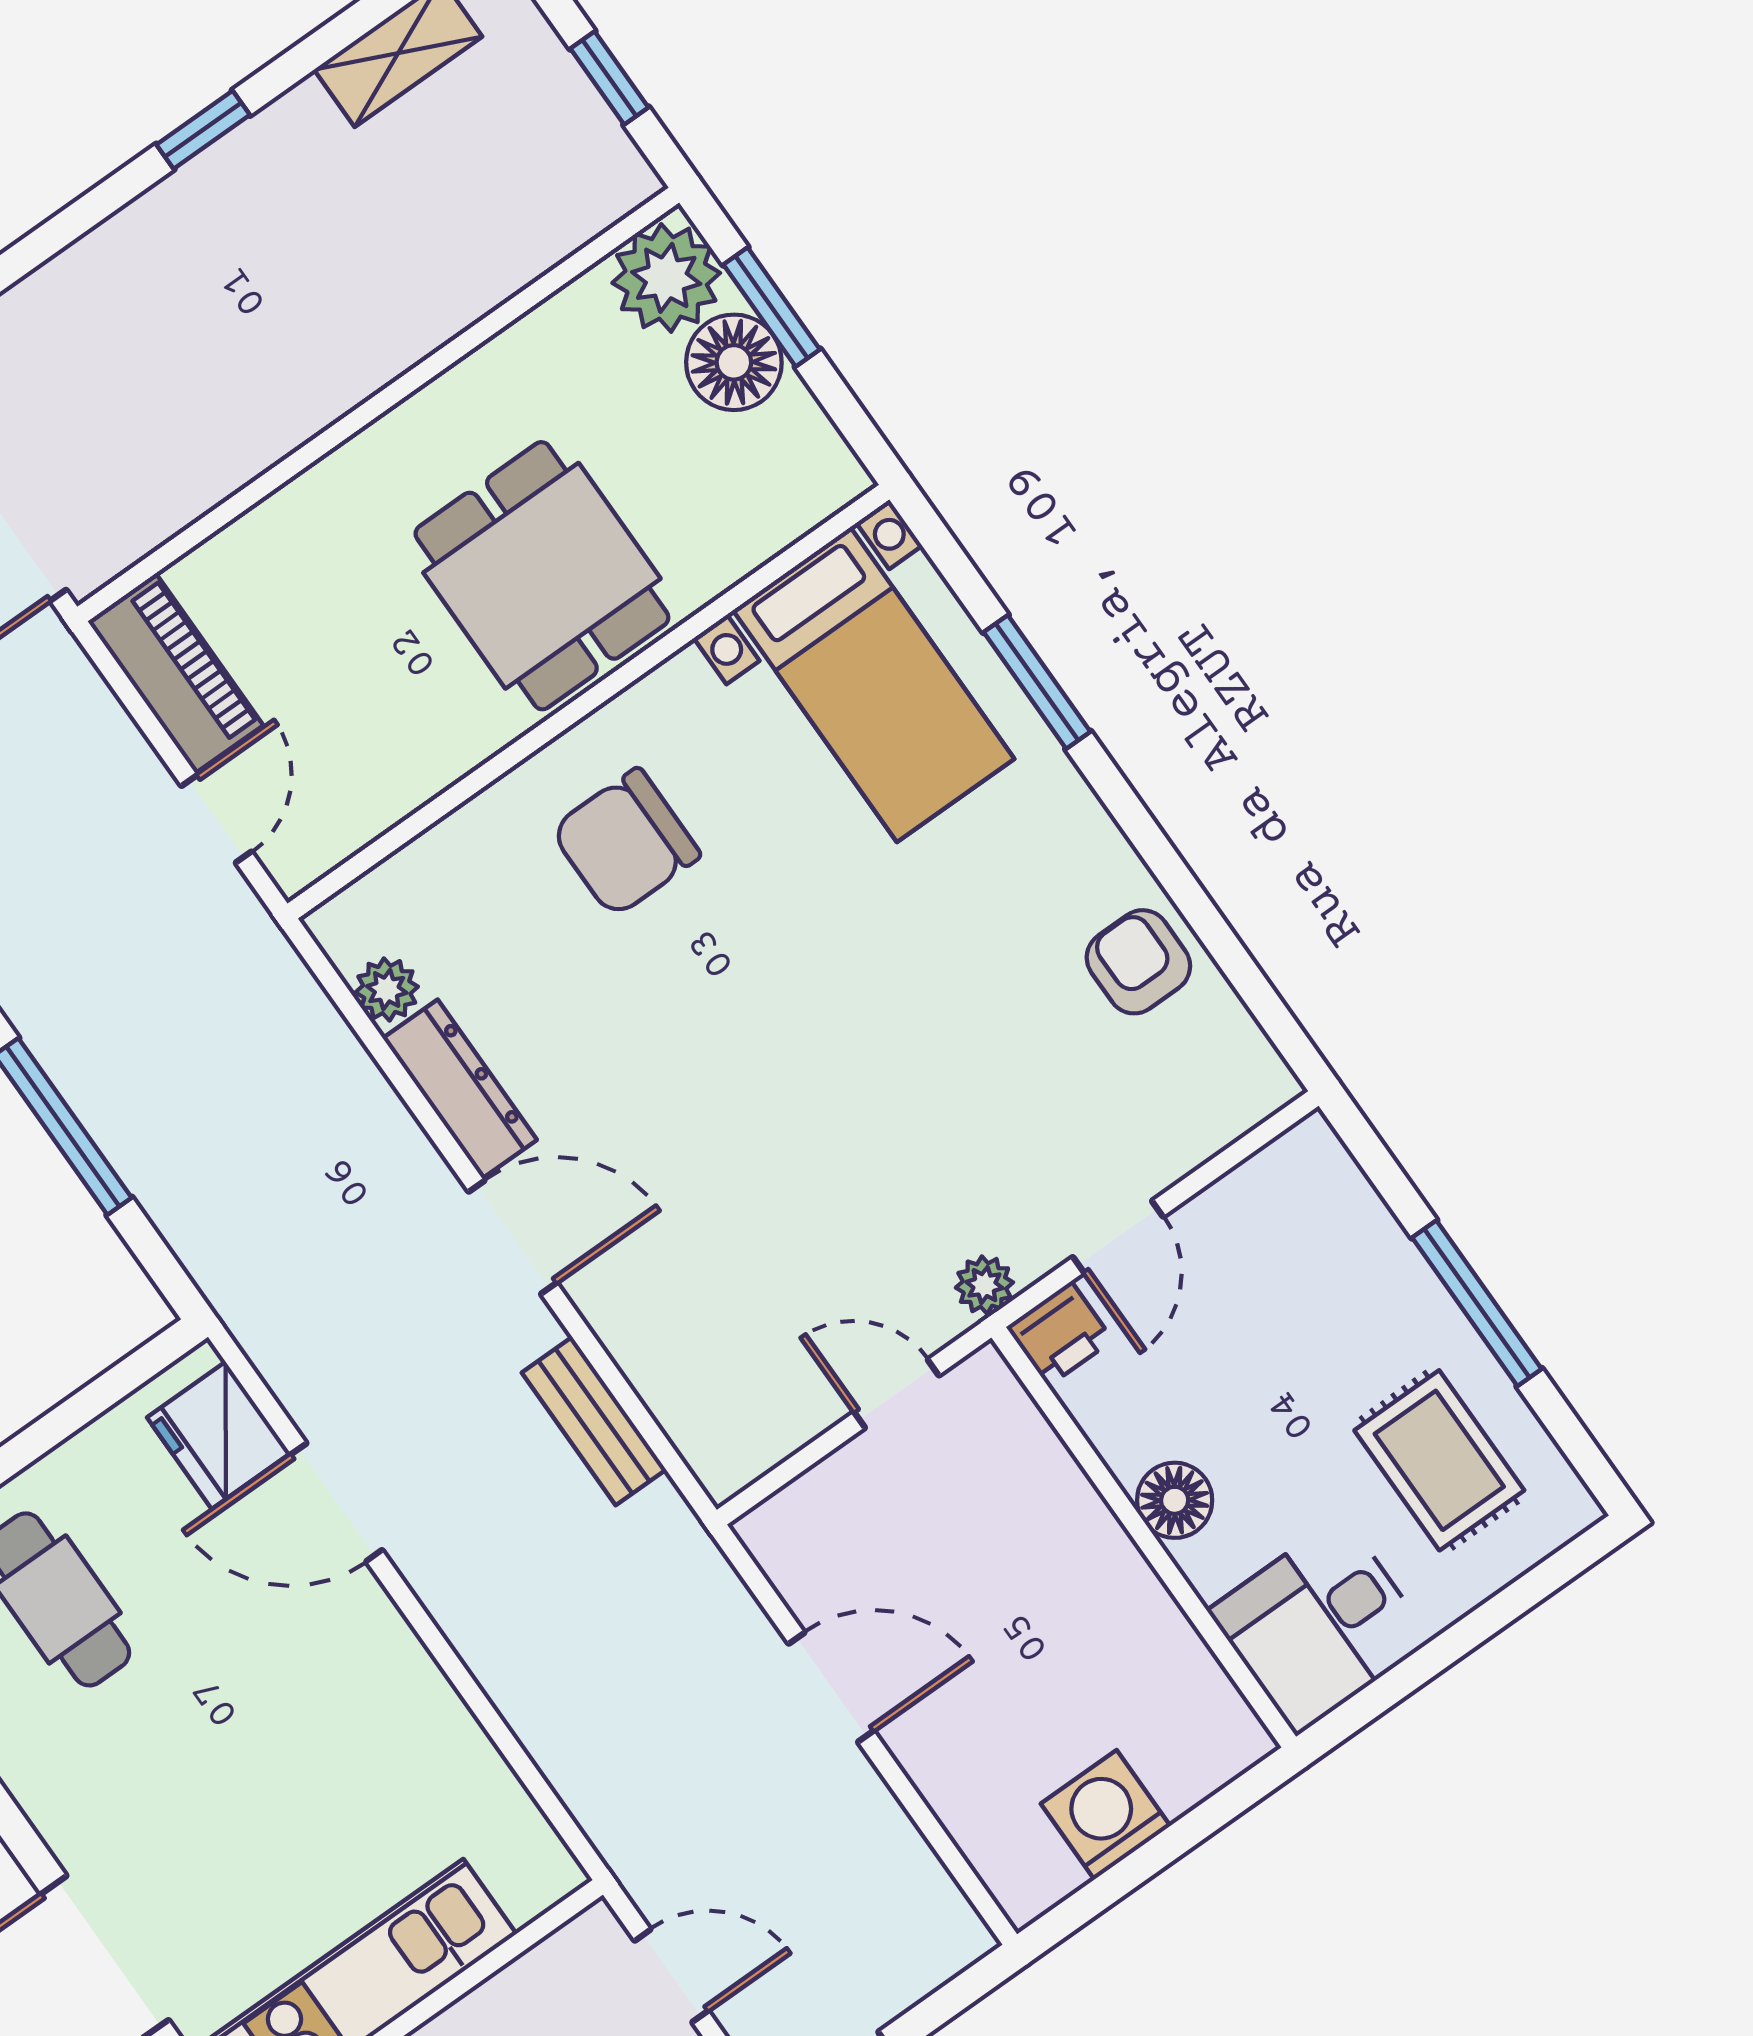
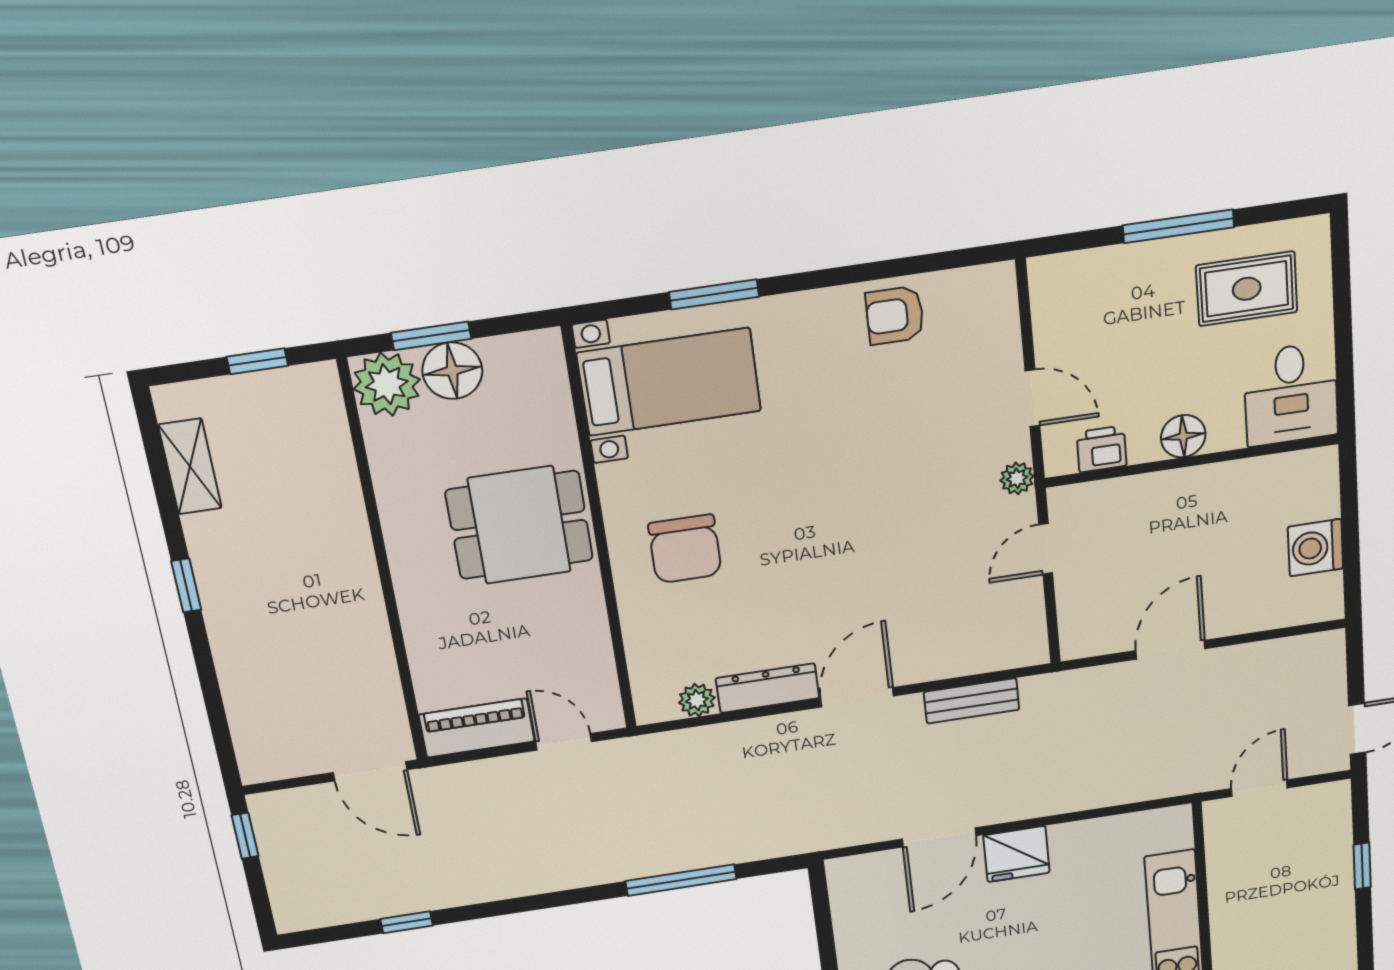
printer: (1060, 1334) -> (1102, 449), moved, turned -90
fridge: (219, 1435) -> (1016, 854), moved

